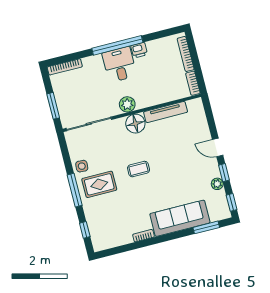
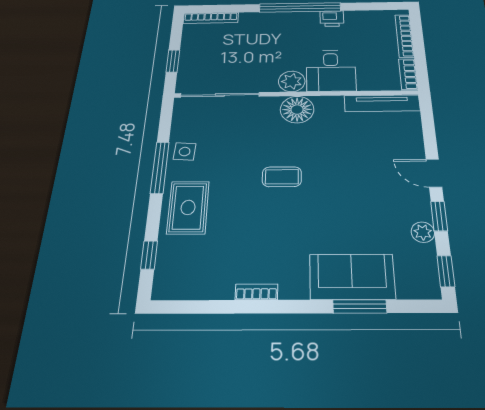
desk: (119, 64) -> (331, 71), moved, turned 180
window: (53, 106) -> (173, 61), width x0.67
tv unit: (166, 112) -> (382, 103), moved
rug: (99, 184) -> (188, 207), moved, turned 90
window: (75, 190) -> (160, 167), moved
sofa: (180, 218) -> (352, 277), width x0.73
window: (206, 227) -> (360, 306), moved

